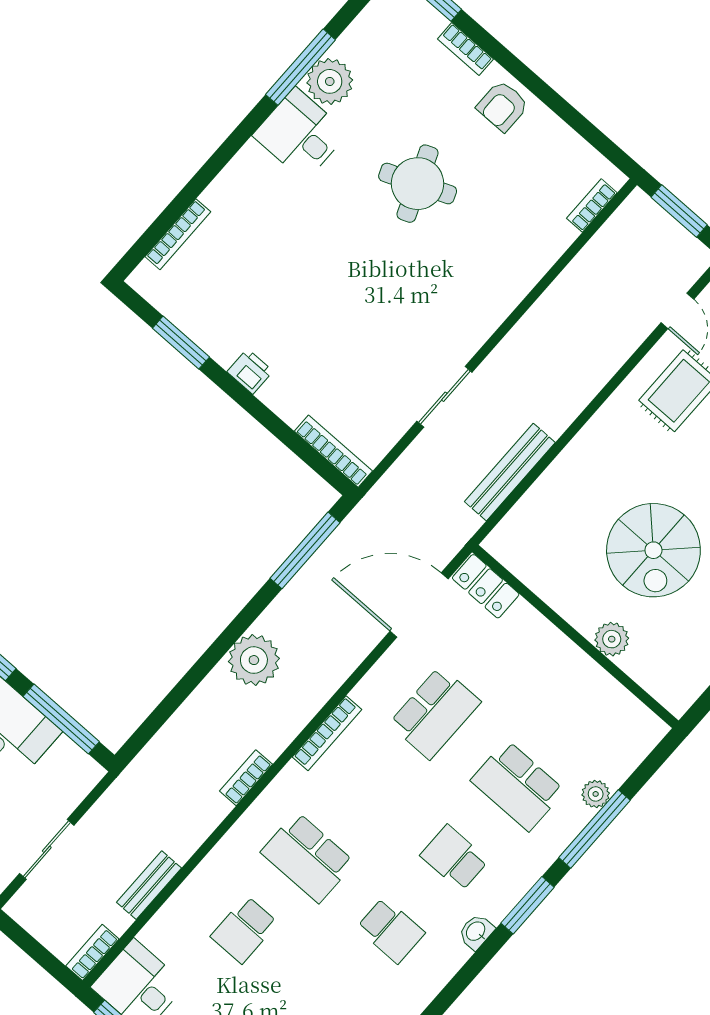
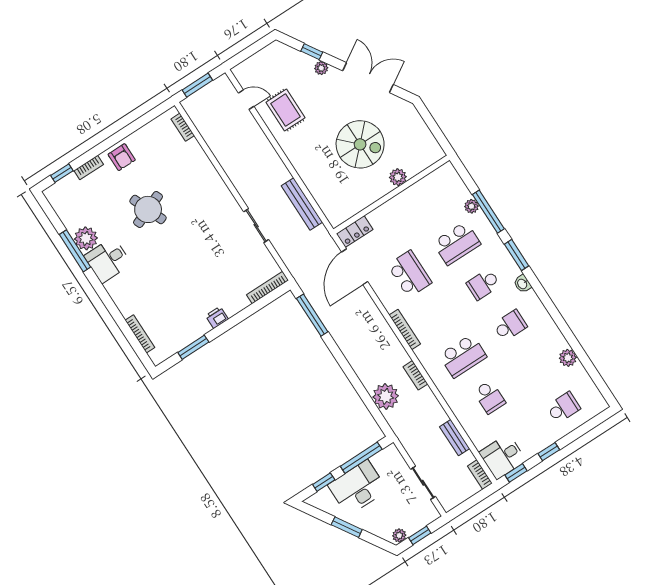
plant: (254, 660) -> (386, 396), moved

